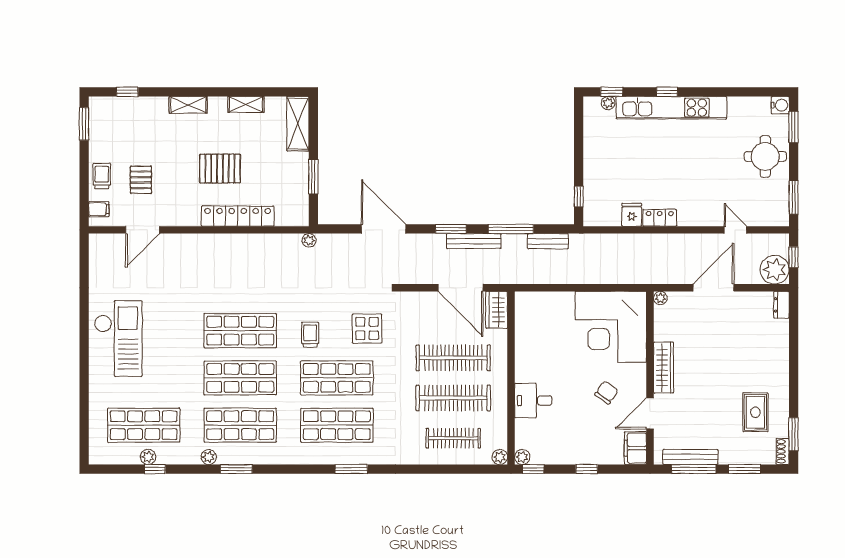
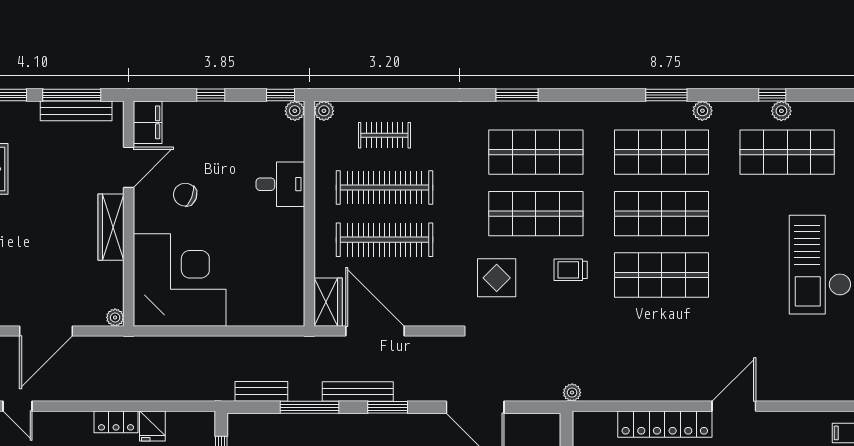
door: (143, 230) -> (734, 406), moved
trolley: (310, 335) -> (571, 270), turned 90
chair: (607, 392) -> (185, 195), turned 76
clothes rail: (453, 438) -> (384, 135), width x0.73

